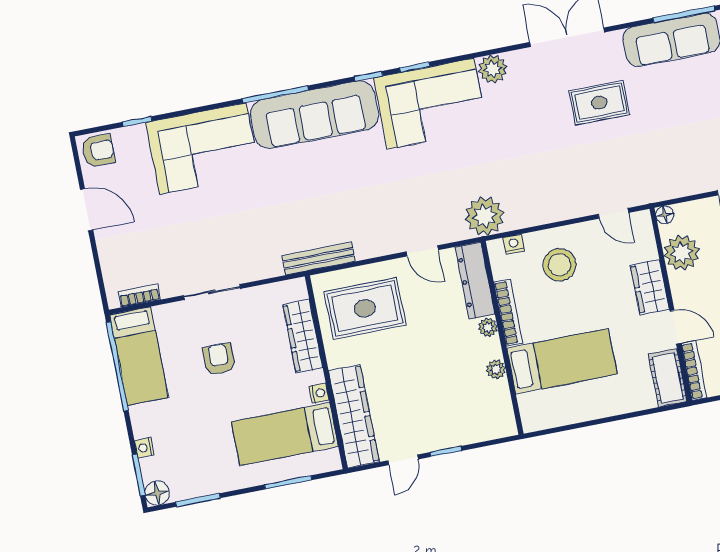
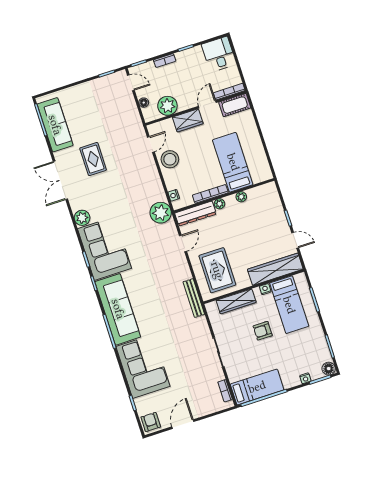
floor lamp: (665, 215) -> (144, 103), moved
stool: (559, 265) -> (170, 159), moved
armchair: (219, 359) -> (263, 331), moved

